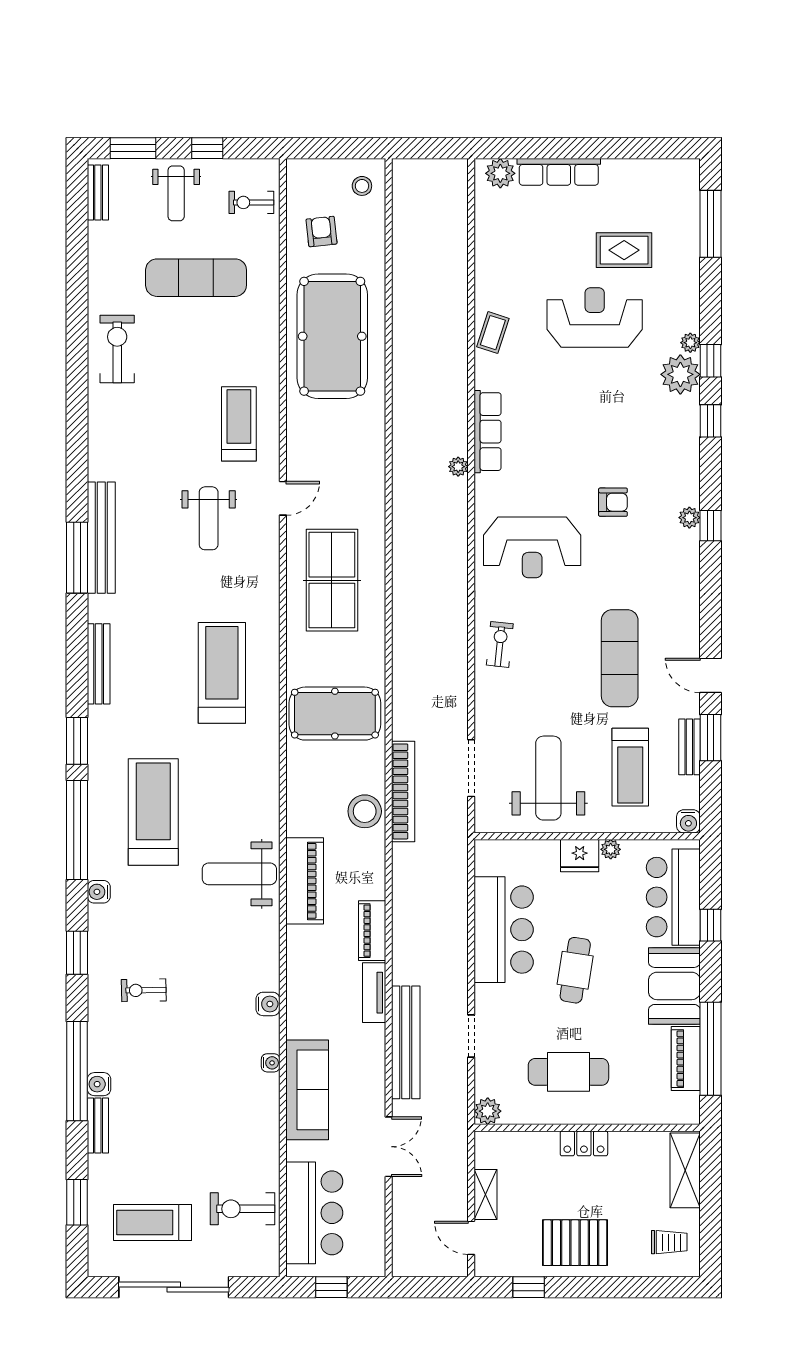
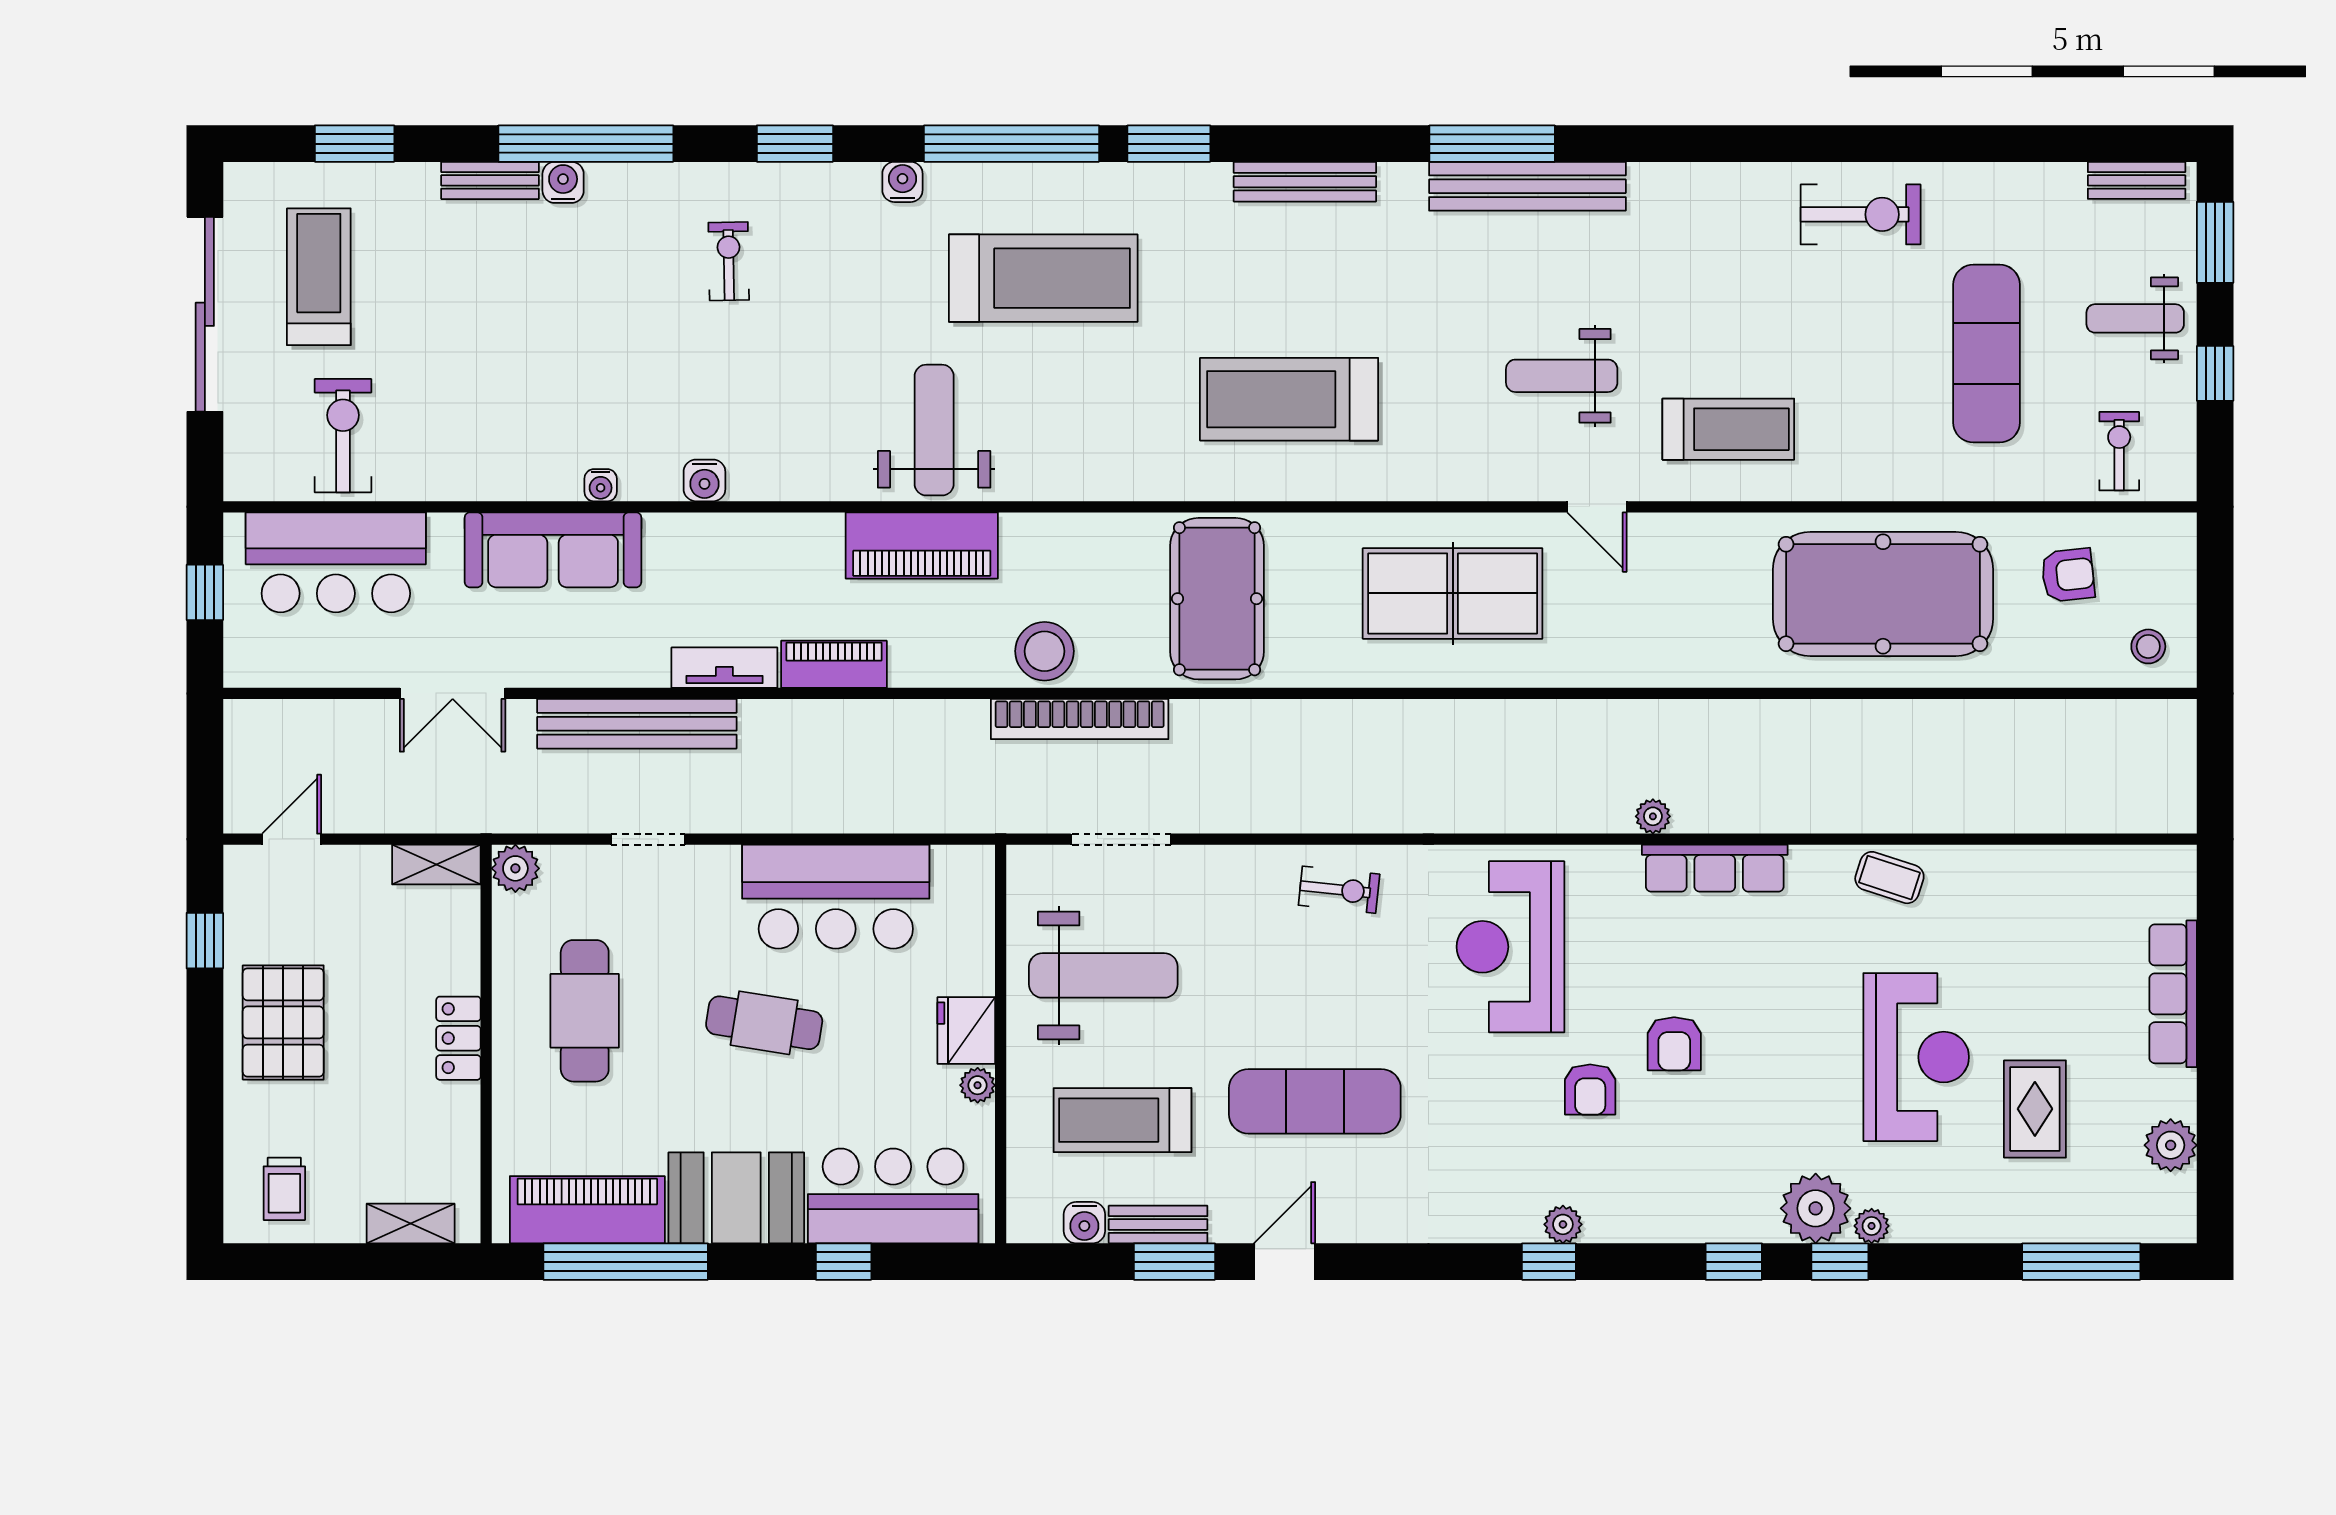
plant: (500, 173) -> (2171, 1145), moved
armchair: (587, 455) -> (1674, 1044), added
treadmill: (222, 673) -> (1289, 399), turned 180
water cooler: (688, 821) -> (1084, 1223), moved, turned -90
piano: (686, 1059) -> (587, 1210), width x1.37, depth x1.33
shelving: (685, 1170) -> (411, 1224), width x0.67, depth x0.75
shelving: (486, 1195) -> (436, 865), moved

